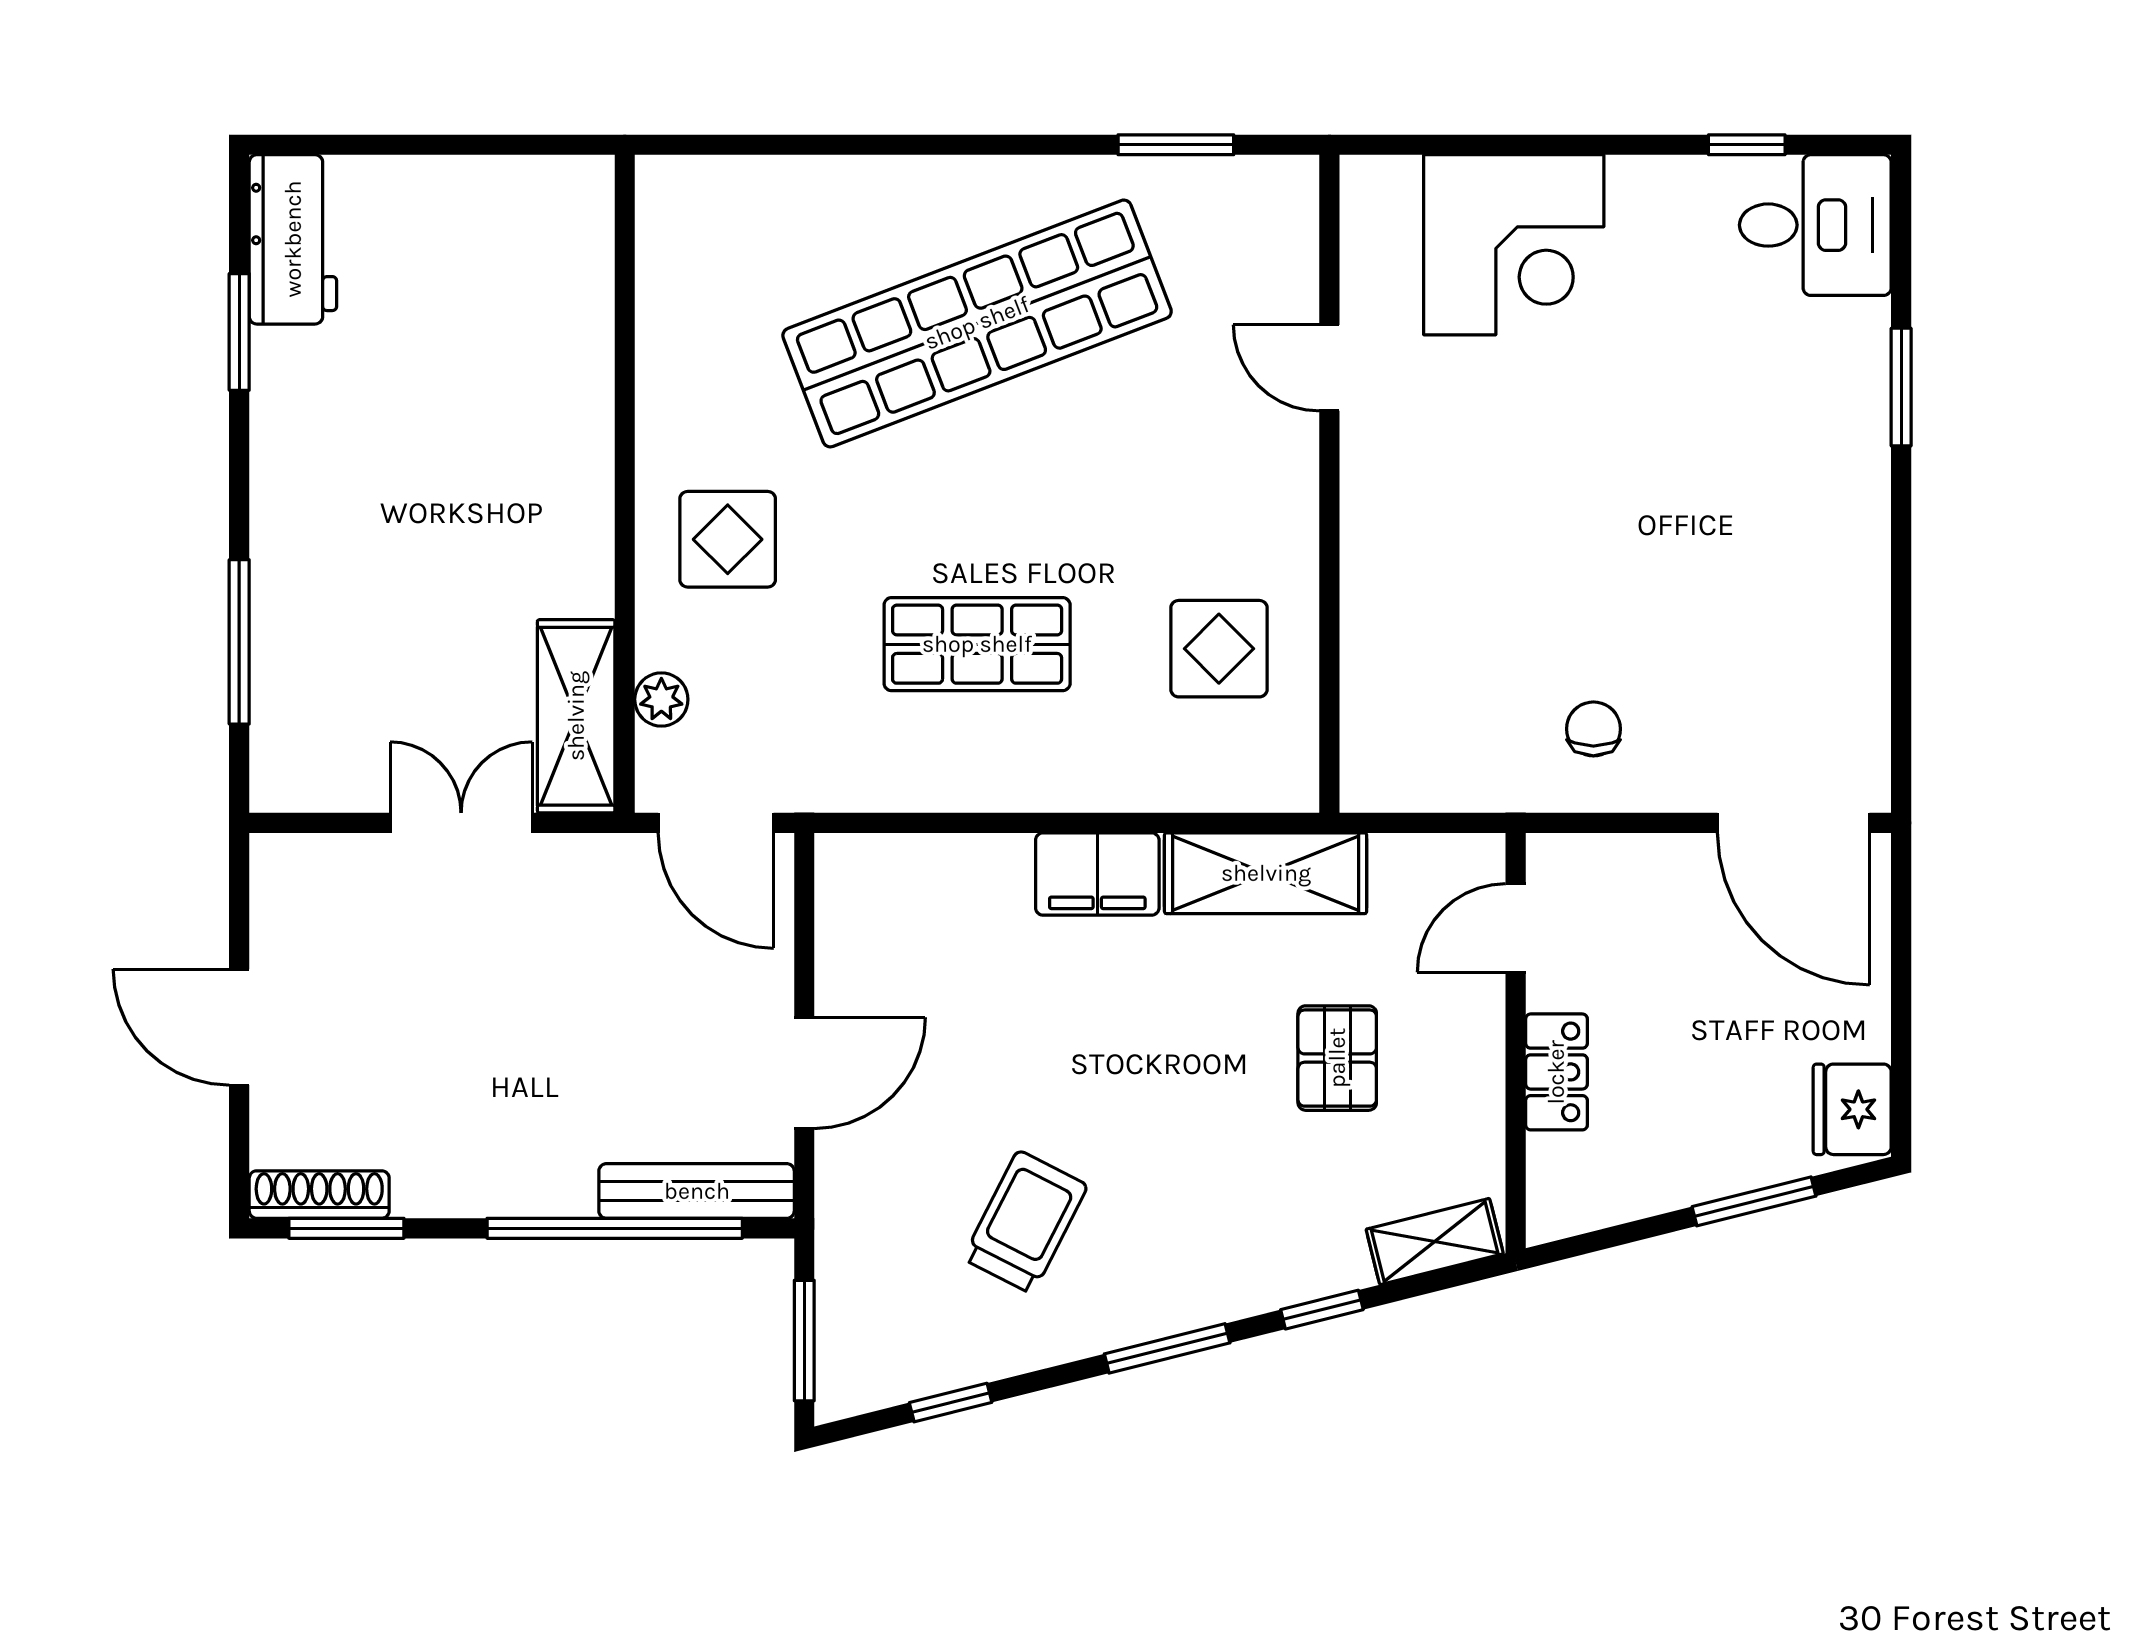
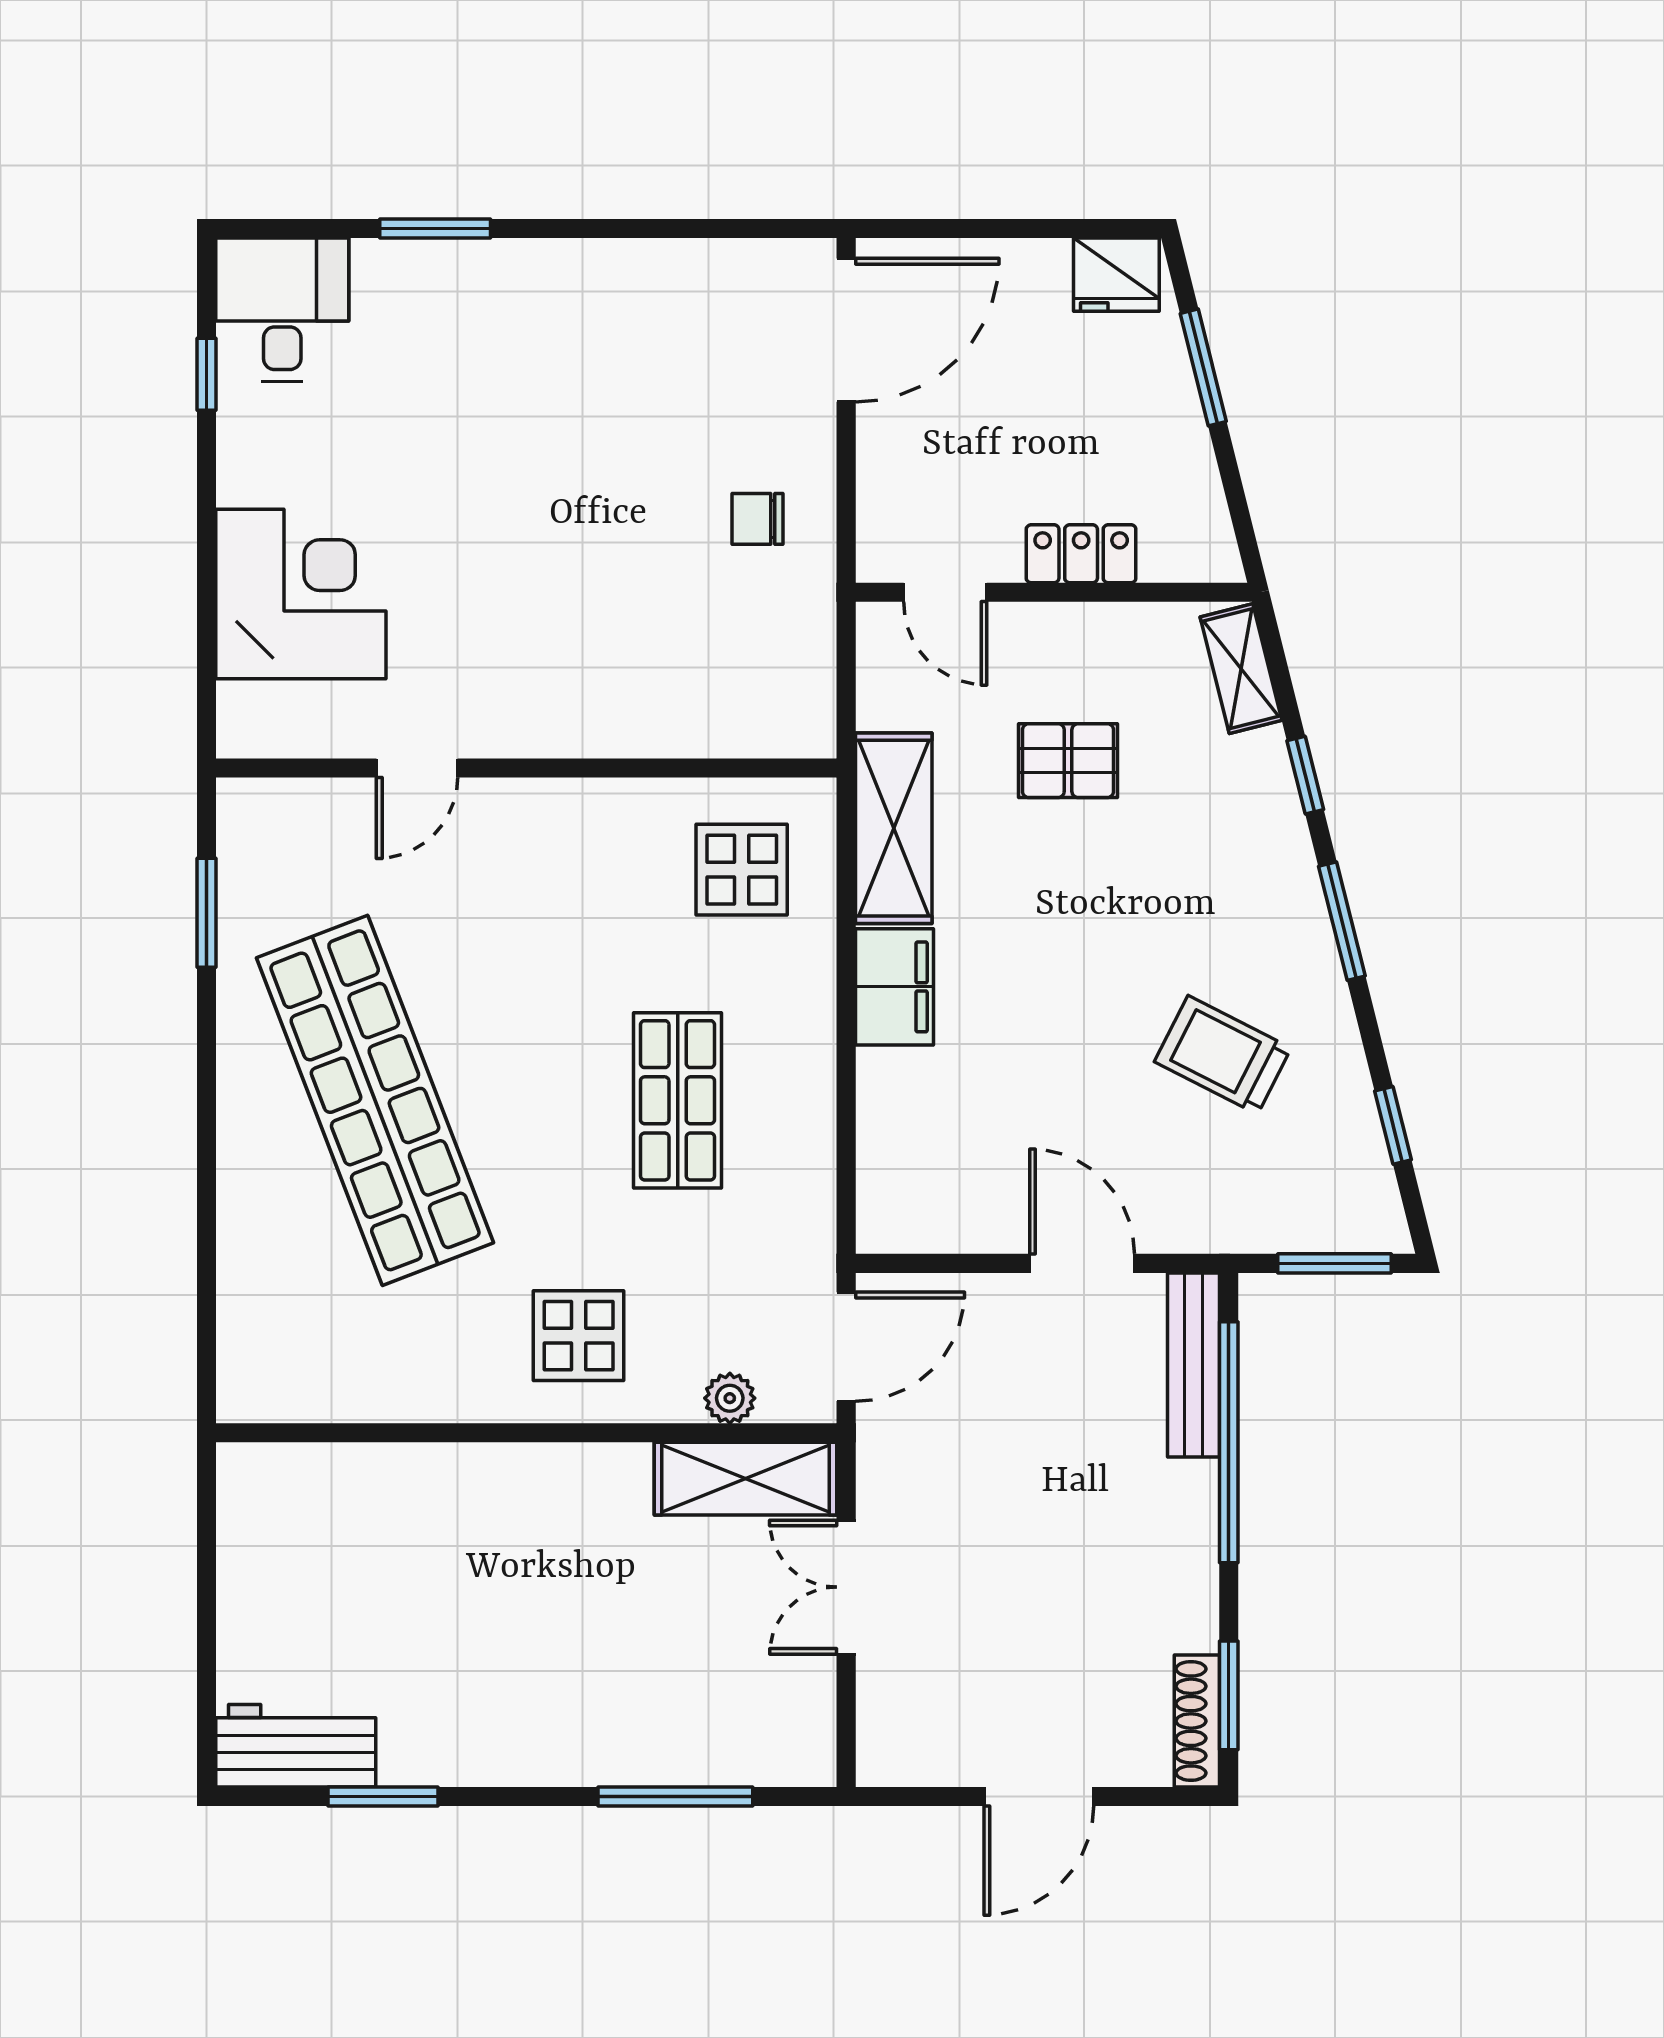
display table: (1219, 649) -> (742, 870), moved

